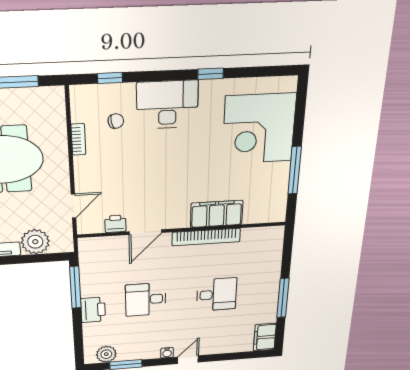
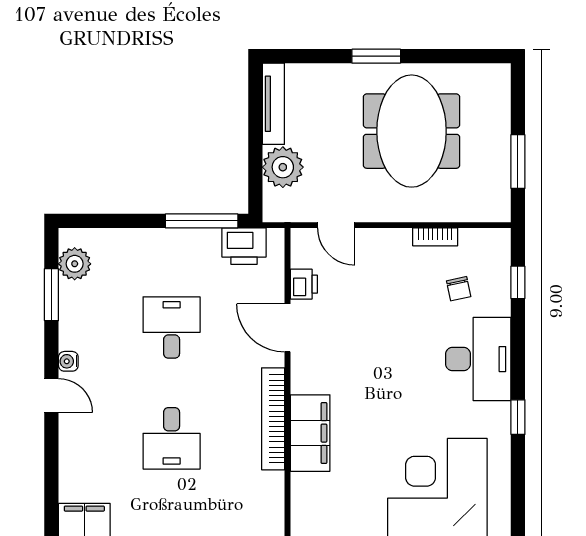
printer: (93, 310) -> (244, 246), moved

